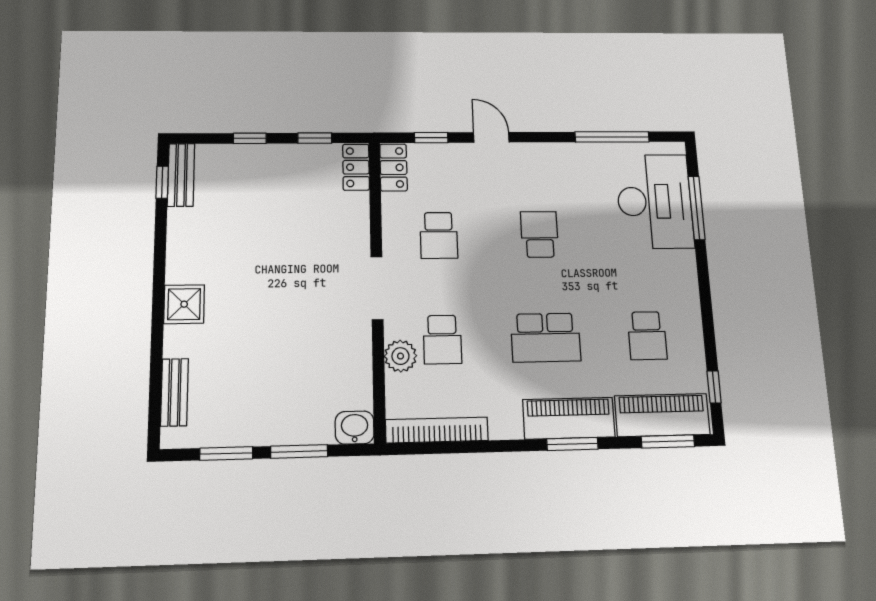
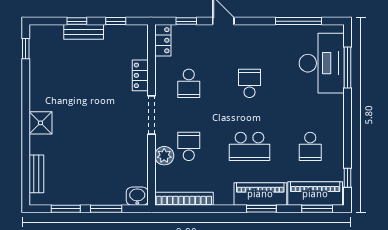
locker: (356, 167) -> (140, 75), moved
bench: (181, 175) -> (84, 32), moved, turned 90
school desk: (442, 339) -> (189, 146), turned 180

